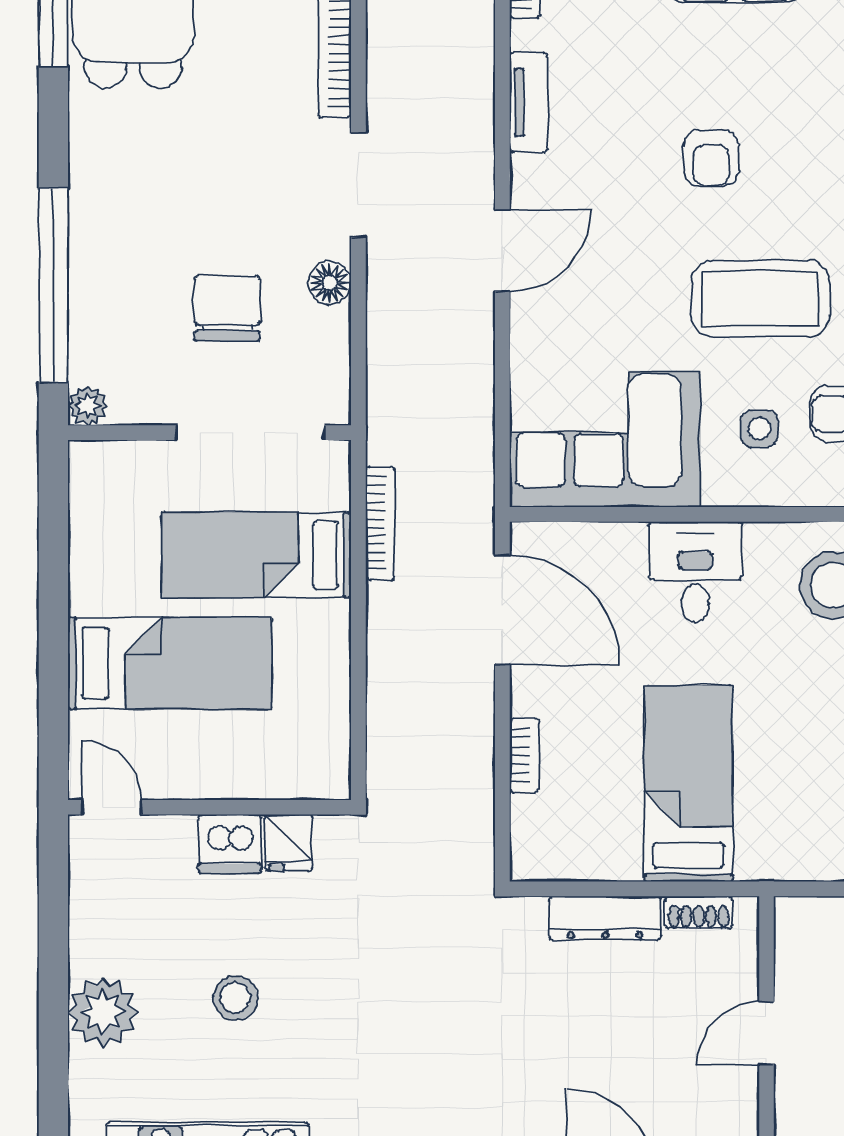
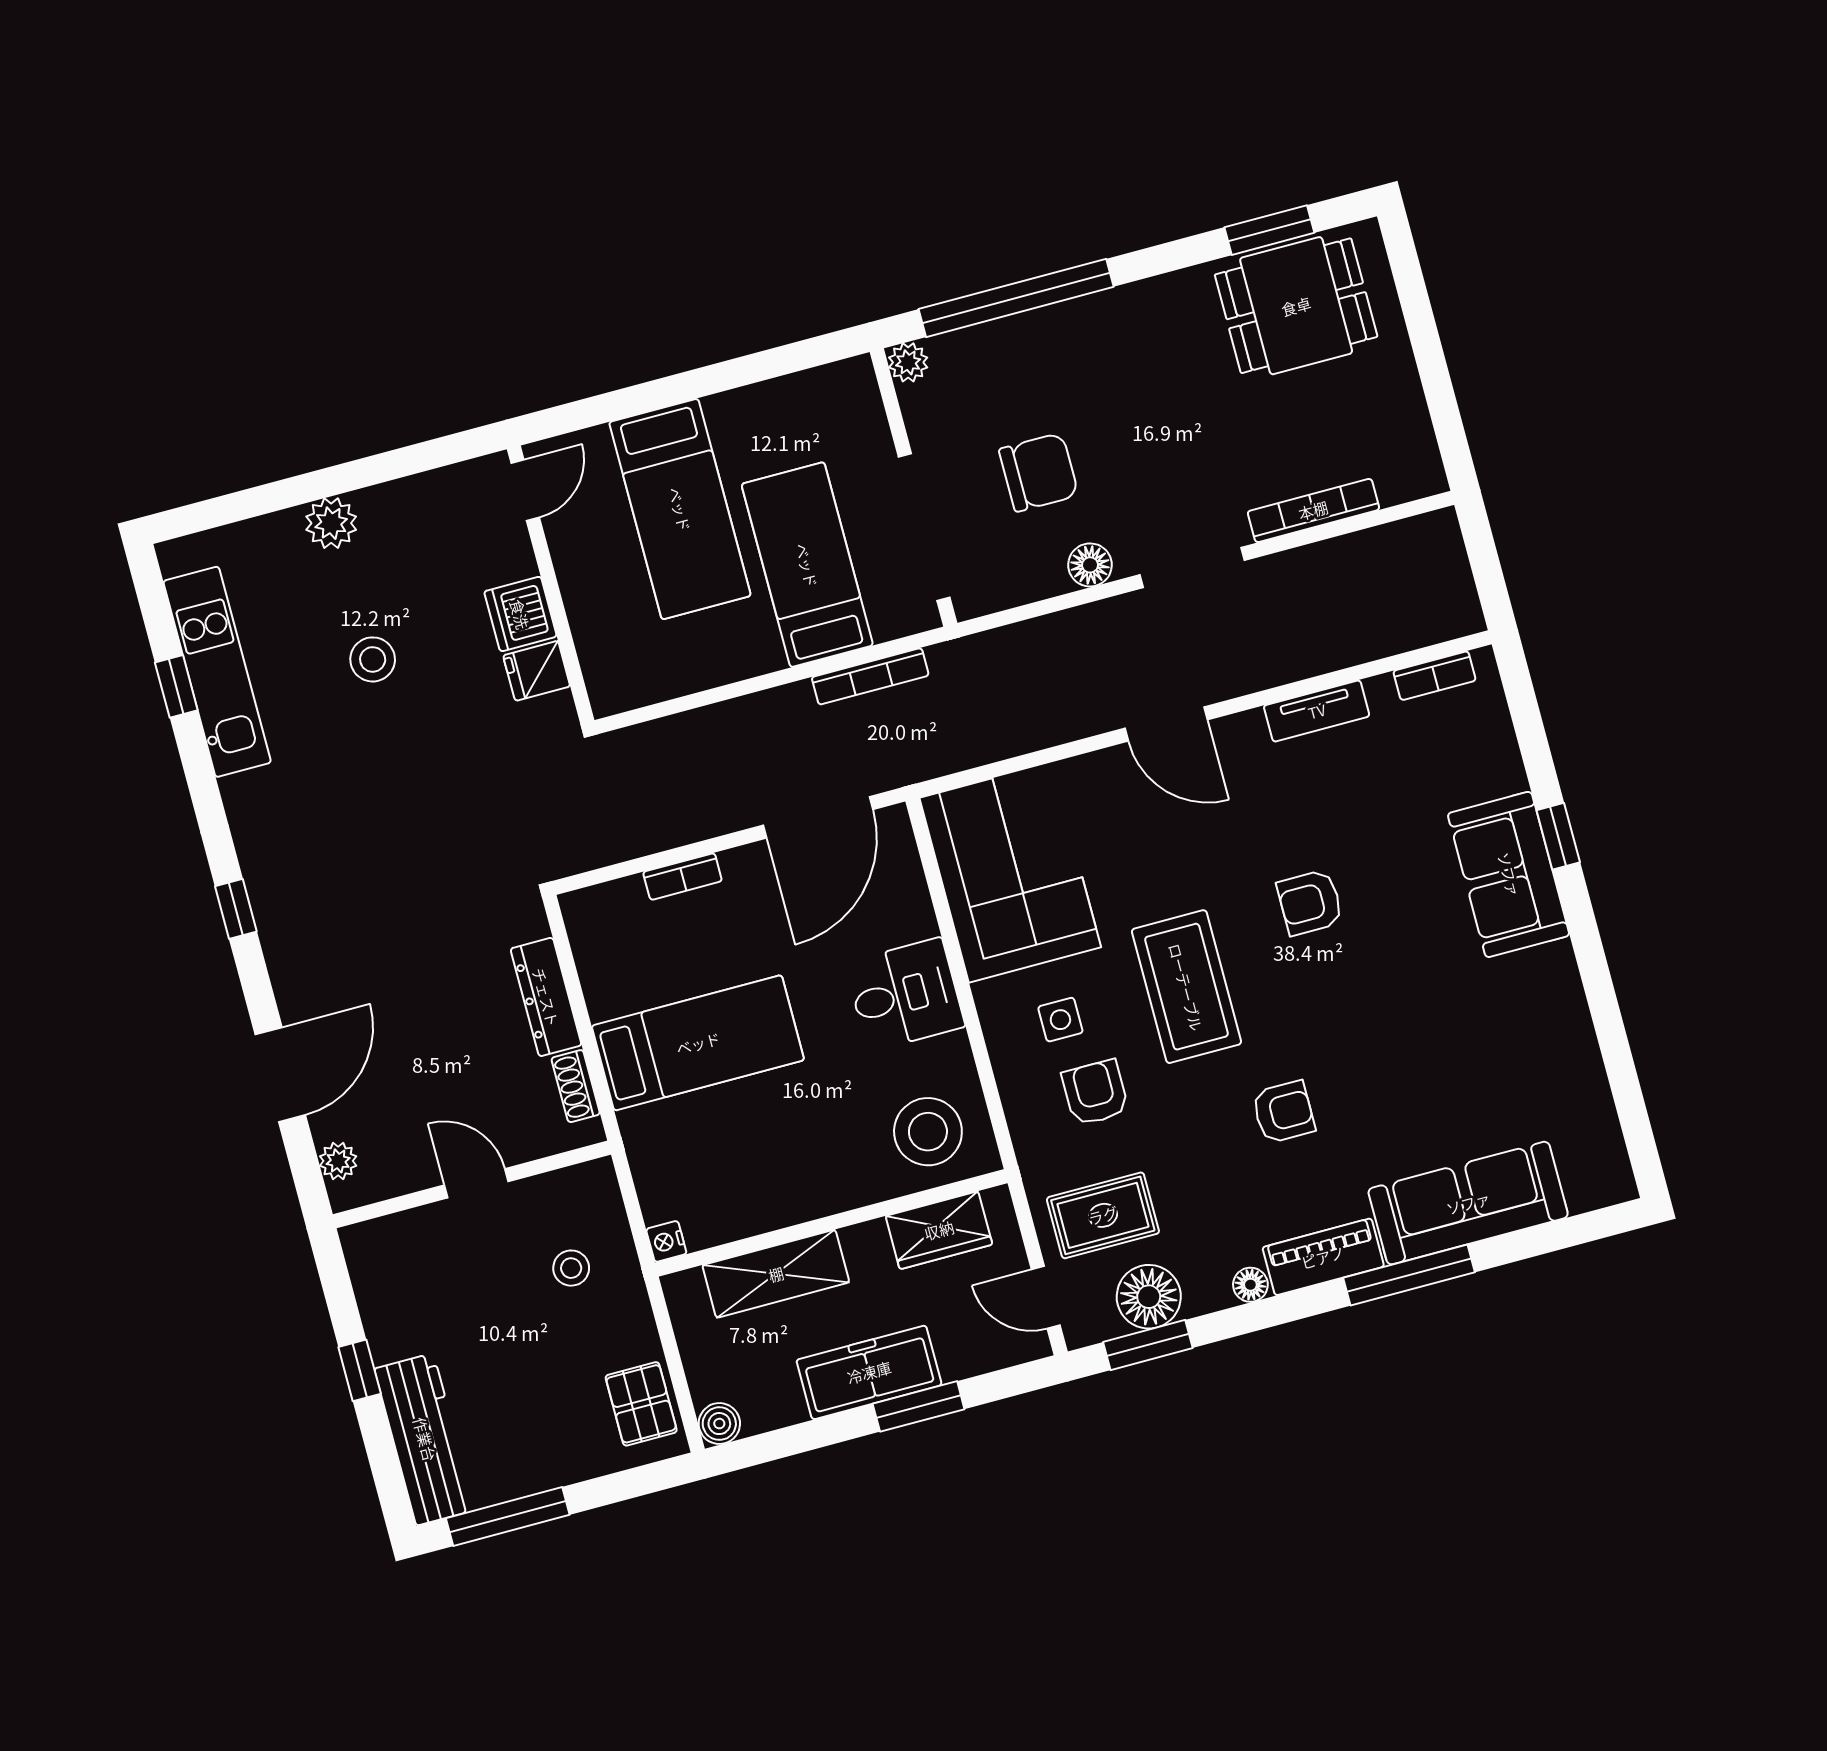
plant: (103, 1012) -> (331, 523), width x0.73, depth x0.73

